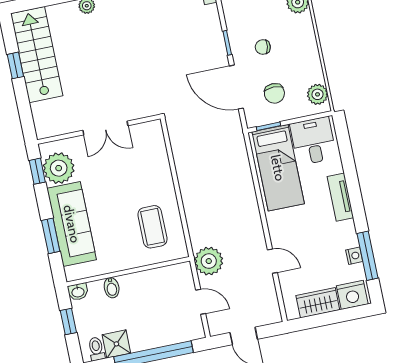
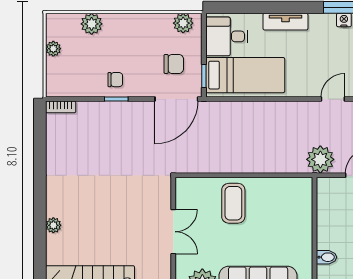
chair: (263, 47) -> (115, 80), moved, turned -98
door: (236, 87) -> (176, 99), moved
coffee table: (152, 227) -> (233, 203), moved, turned 90

